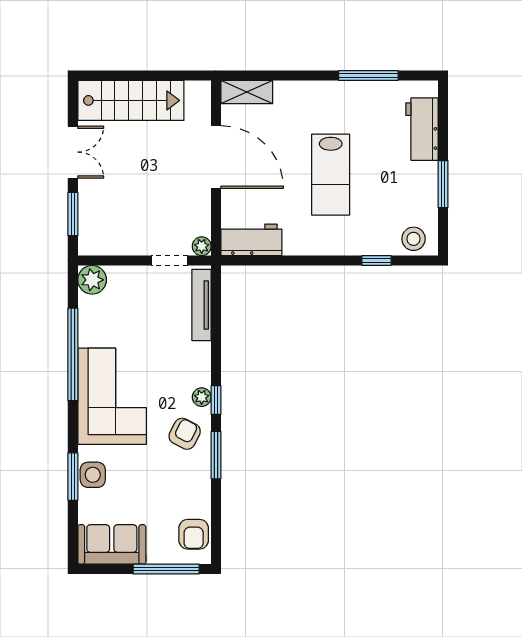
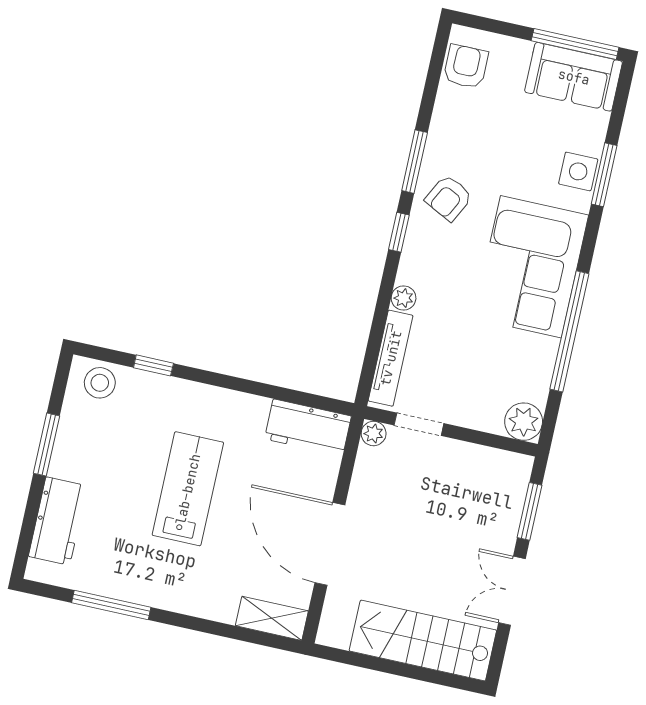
plant: (202, 397) -> (404, 298), moved
window: (166, 569) -> (575, 44), moved

